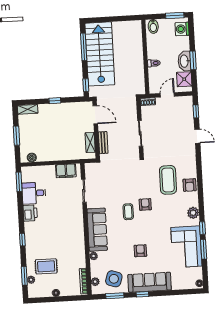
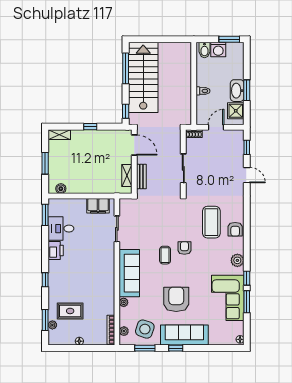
washing machine: (182, 29) -> (218, 50), moved, turned -90
armchair: (140, 251) -> (176, 299), width x1.88, depth x1.88

